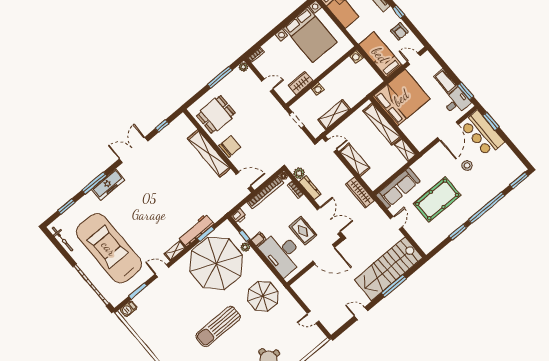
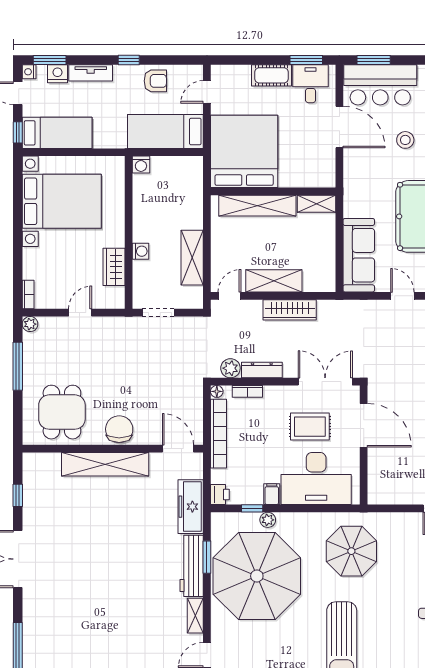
door: (243, 180) -> (178, 449), hinge flipped
freezer: (108, 185) -> (191, 507), moved, turned 180
wardrobe: (360, 192) -> (290, 310), moved
door: (324, 254) -> (364, 425), hinge flipped

